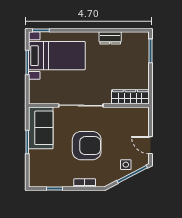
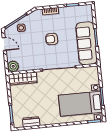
dresser: (110, 38) -> (31, 122), moved
plant: (142, 114) -> (13, 66), added
sofa: (41, 128) -> (87, 43), width x1.36
armchair: (87, 146) -> (52, 39), width x0.53, depth x0.53

